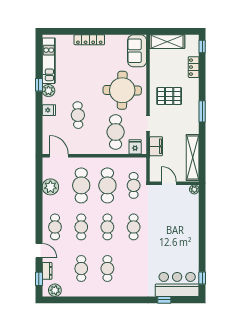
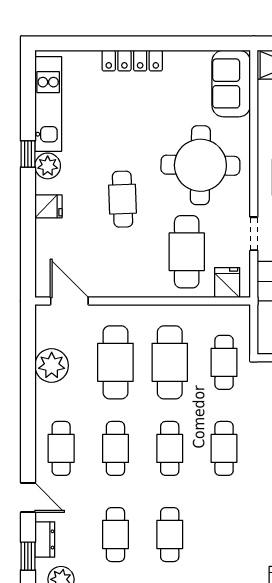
cafe table: (78, 115) -> (123, 199), moved

